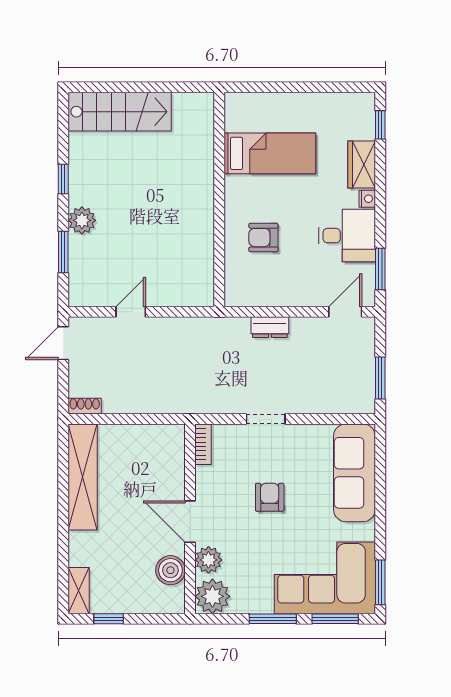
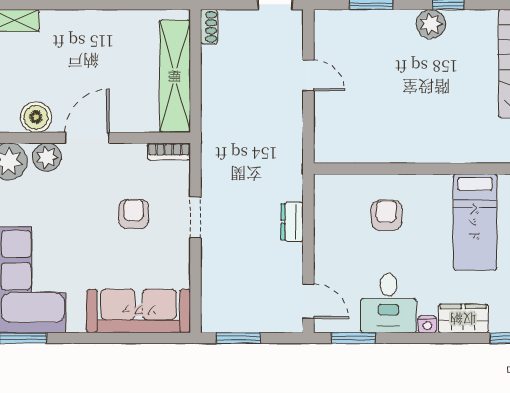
plant: (82, 220) -> (431, 24), moved
shelving: (83, 477) -> (175, 76), moved, turned 90
armchair: (270, 497) -> (134, 214), moved, turned -90

